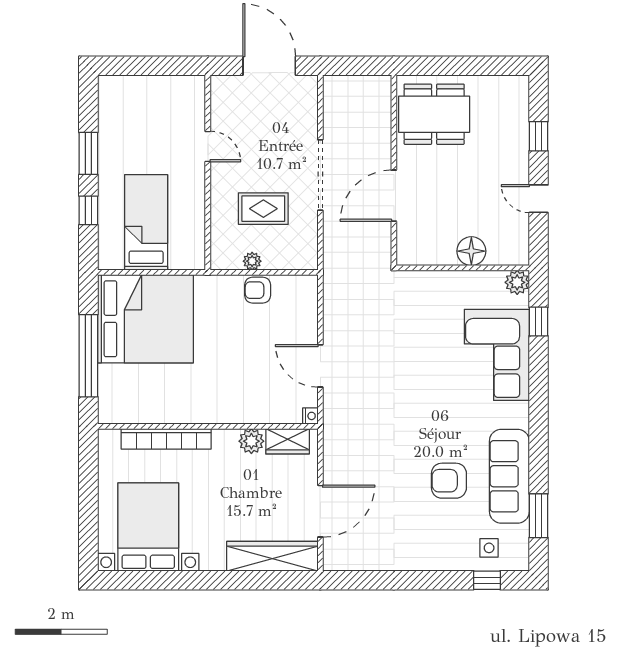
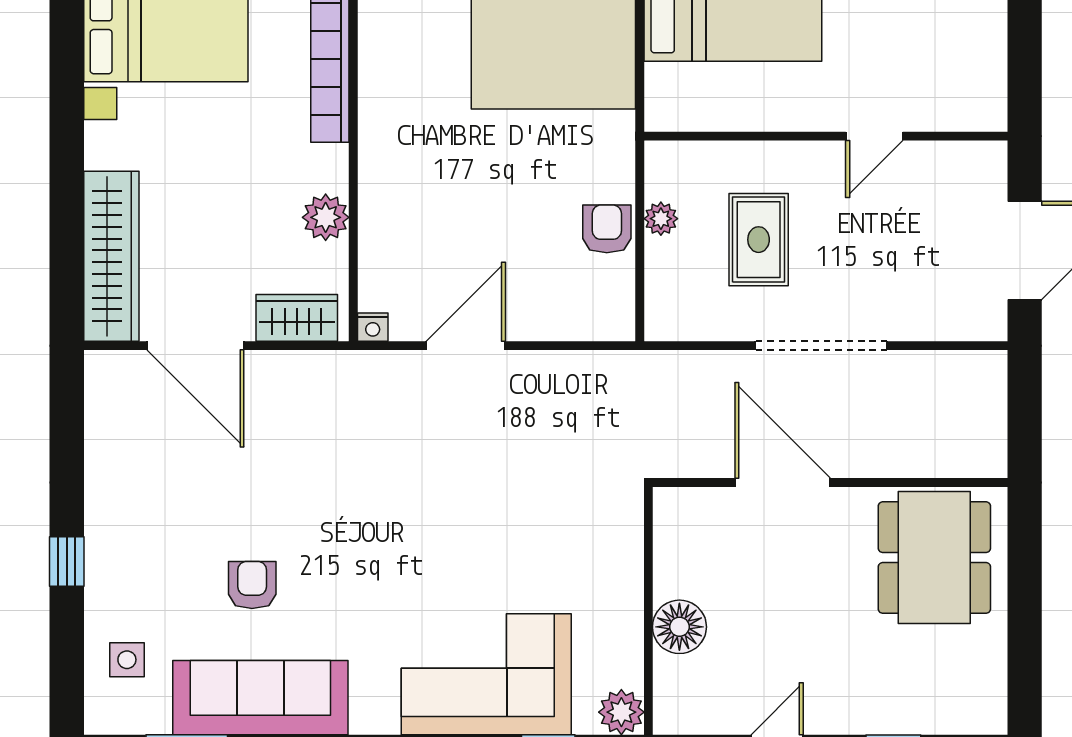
wardrobe: (288, 441) -> (297, 318), moved, turned 90
armchair: (449, 481) -> (252, 585), width x0.72, depth x0.72
window: (487, 580) -> (67, 562), moved

